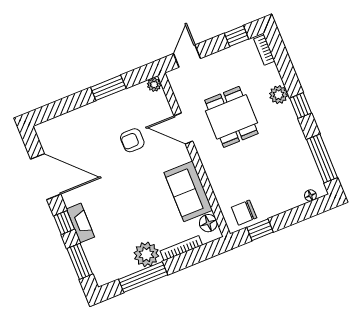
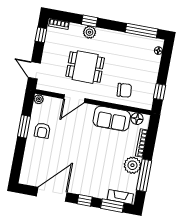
window: (301, 106) -> (90, 21), moved
armchair: (132, 140) -> (42, 131), moved
chair: (244, 213) -> (124, 90), moved, turned -95
fireplace: (80, 223) -> (120, 197), moved

